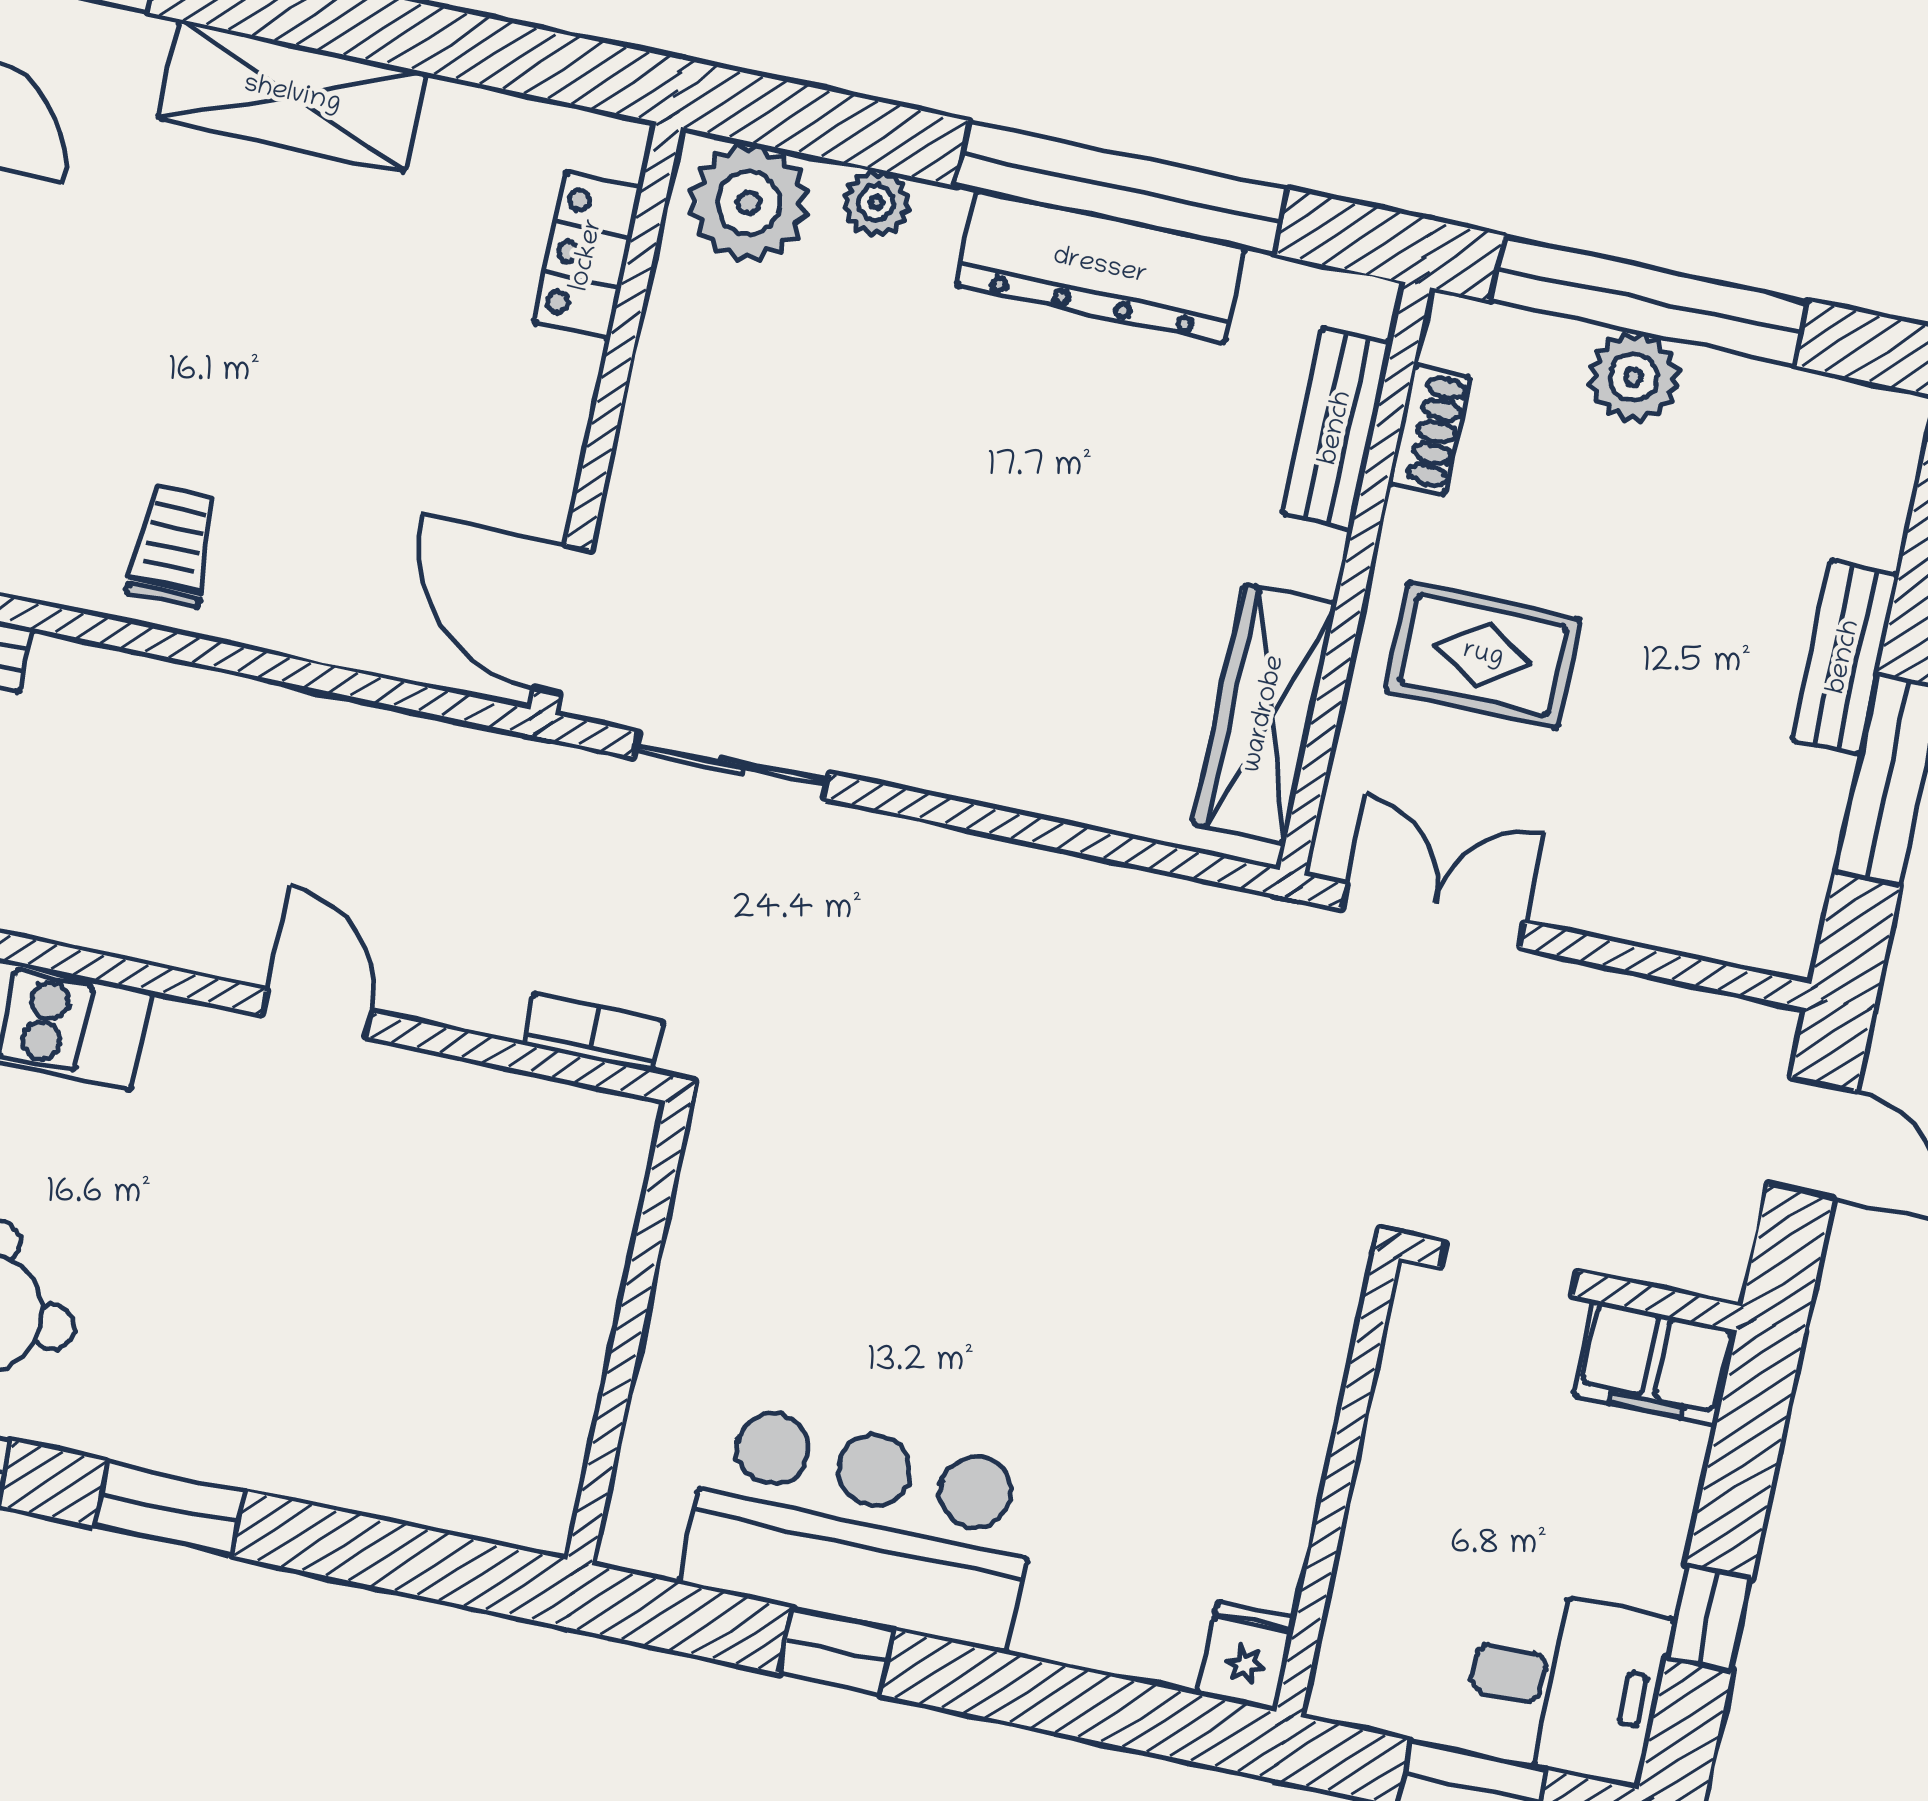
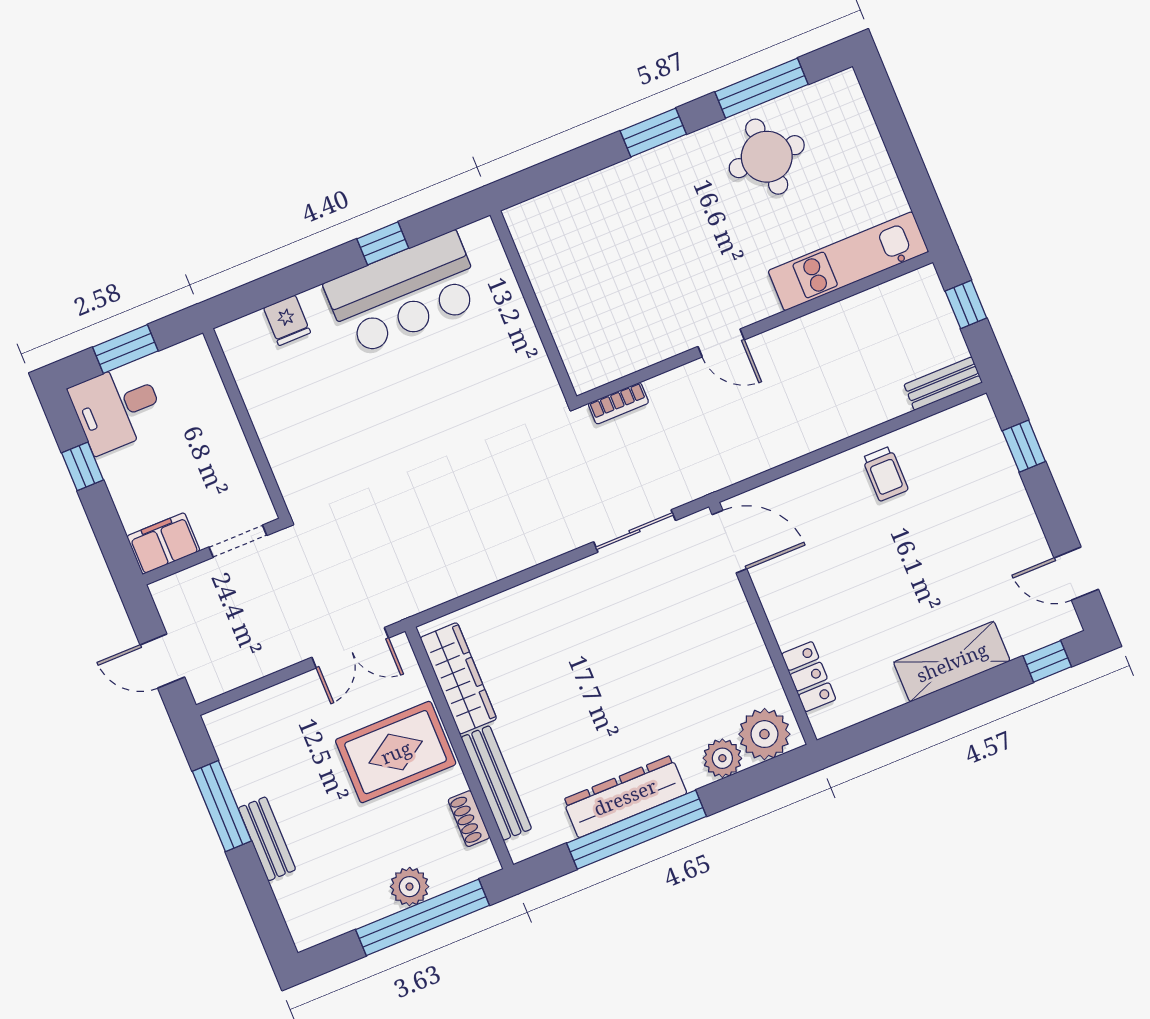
plant: (876, 202) -> (722, 758), width x1.38, depth x1.38
bench: (1337, 428) -> (496, 783), width x1.36
rug: (1483, 655) -> (396, 752), width x1.36, depth x1.43
fridge: (1247, 1656) -> (287, 320), moved

